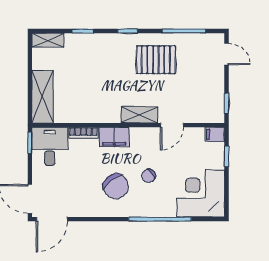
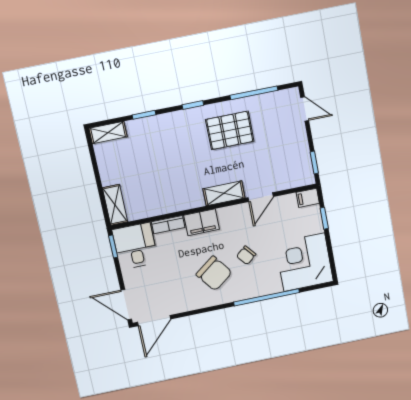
shelving: (42, 97) -> (115, 205), width x0.67, depth x0.75

